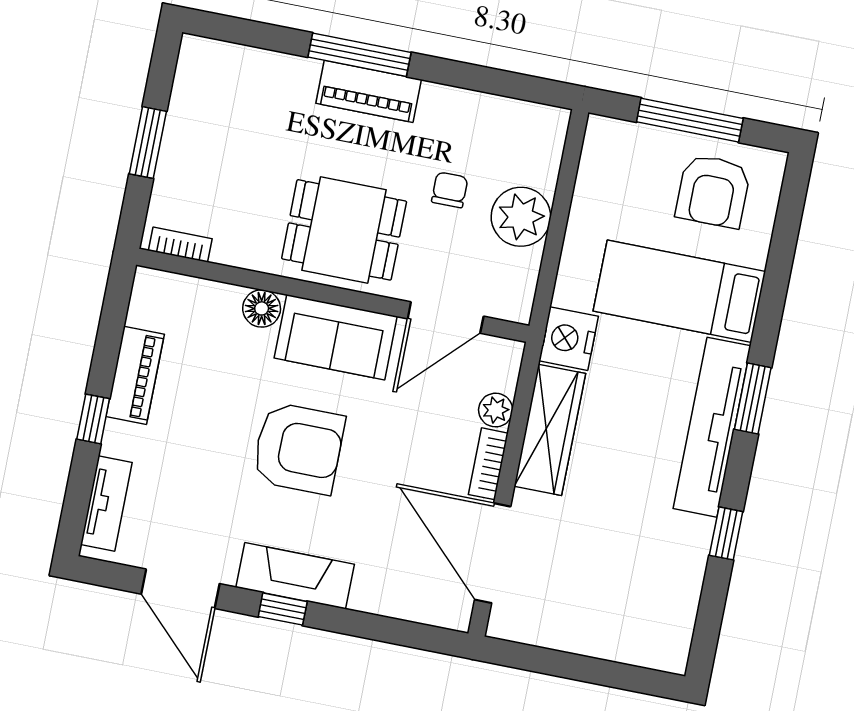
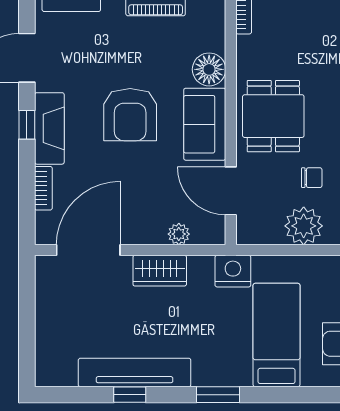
floor lamp: (262, 308) -> (209, 69), width x1.38, depth x1.38
tv unit: (712, 427) -> (135, 372), moved
wardrobe: (550, 430) -> (160, 271), width x0.67
bookcase: (488, 464) -> (43, 188), moved, turned 90

